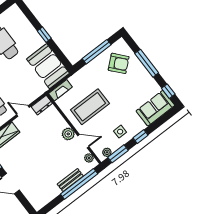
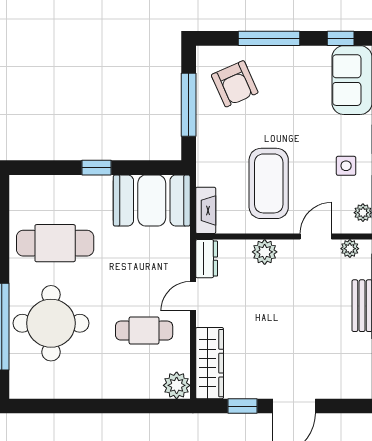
armchair: (119, 63) -> (235, 84), turned 107
plant: (68, 134) -> (265, 252), moved

